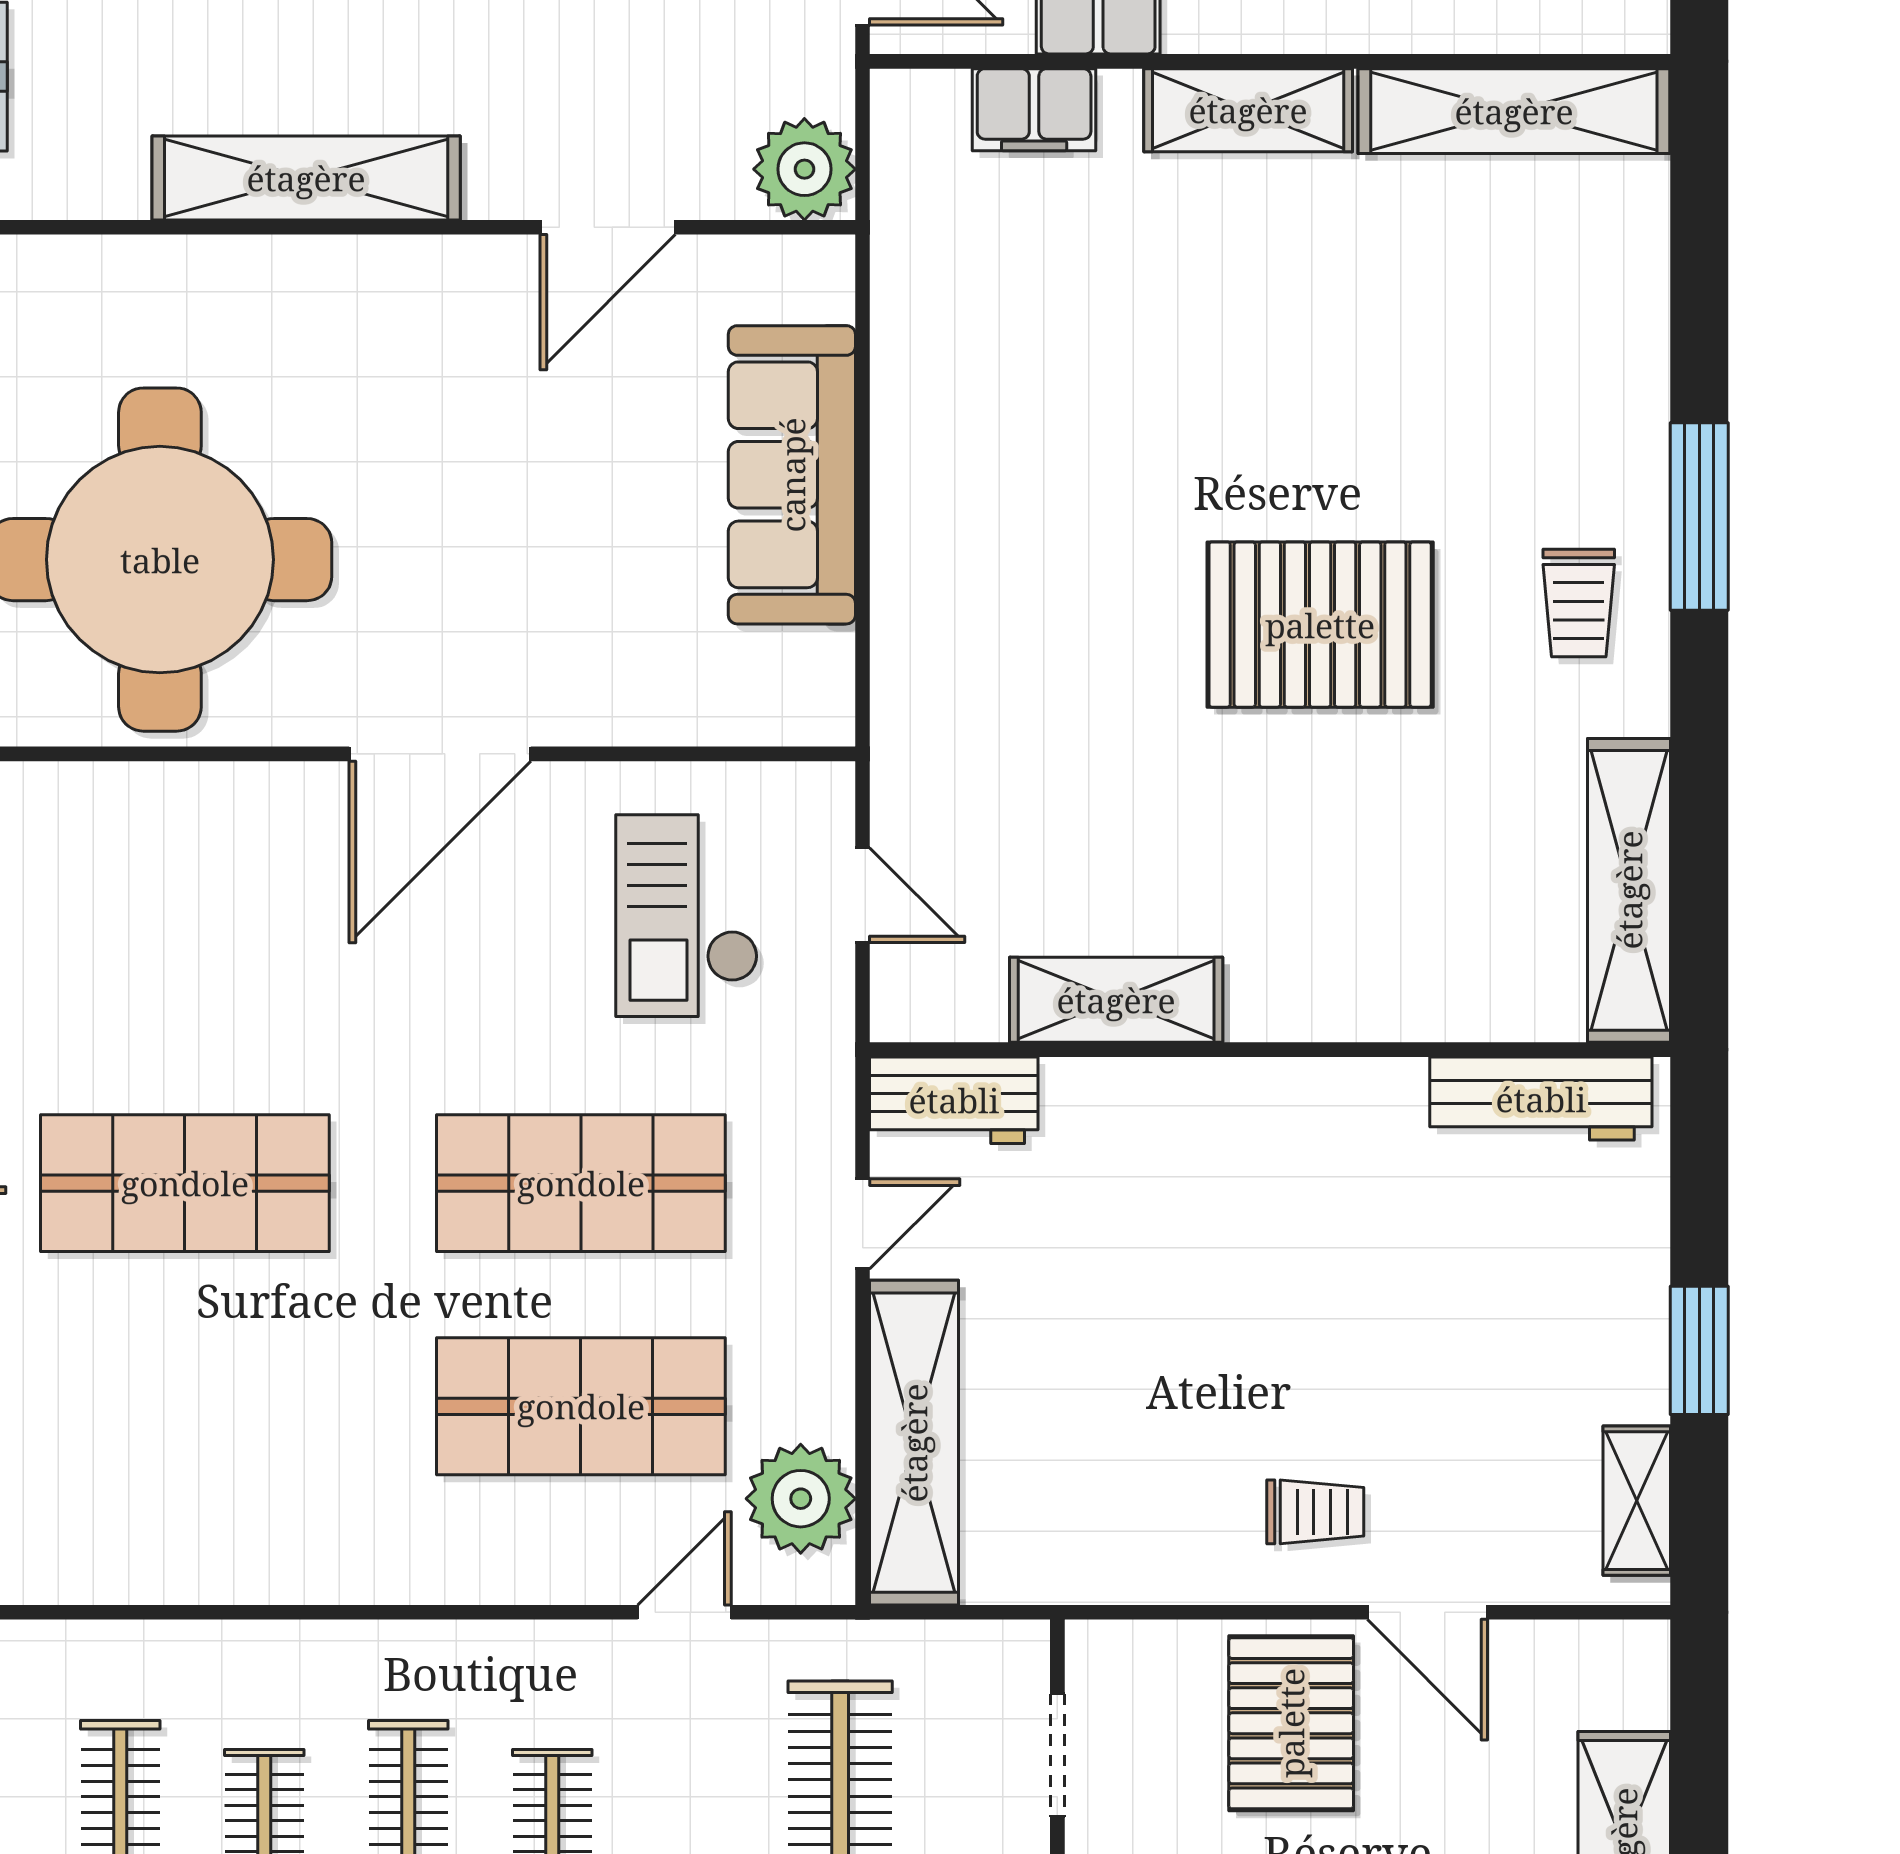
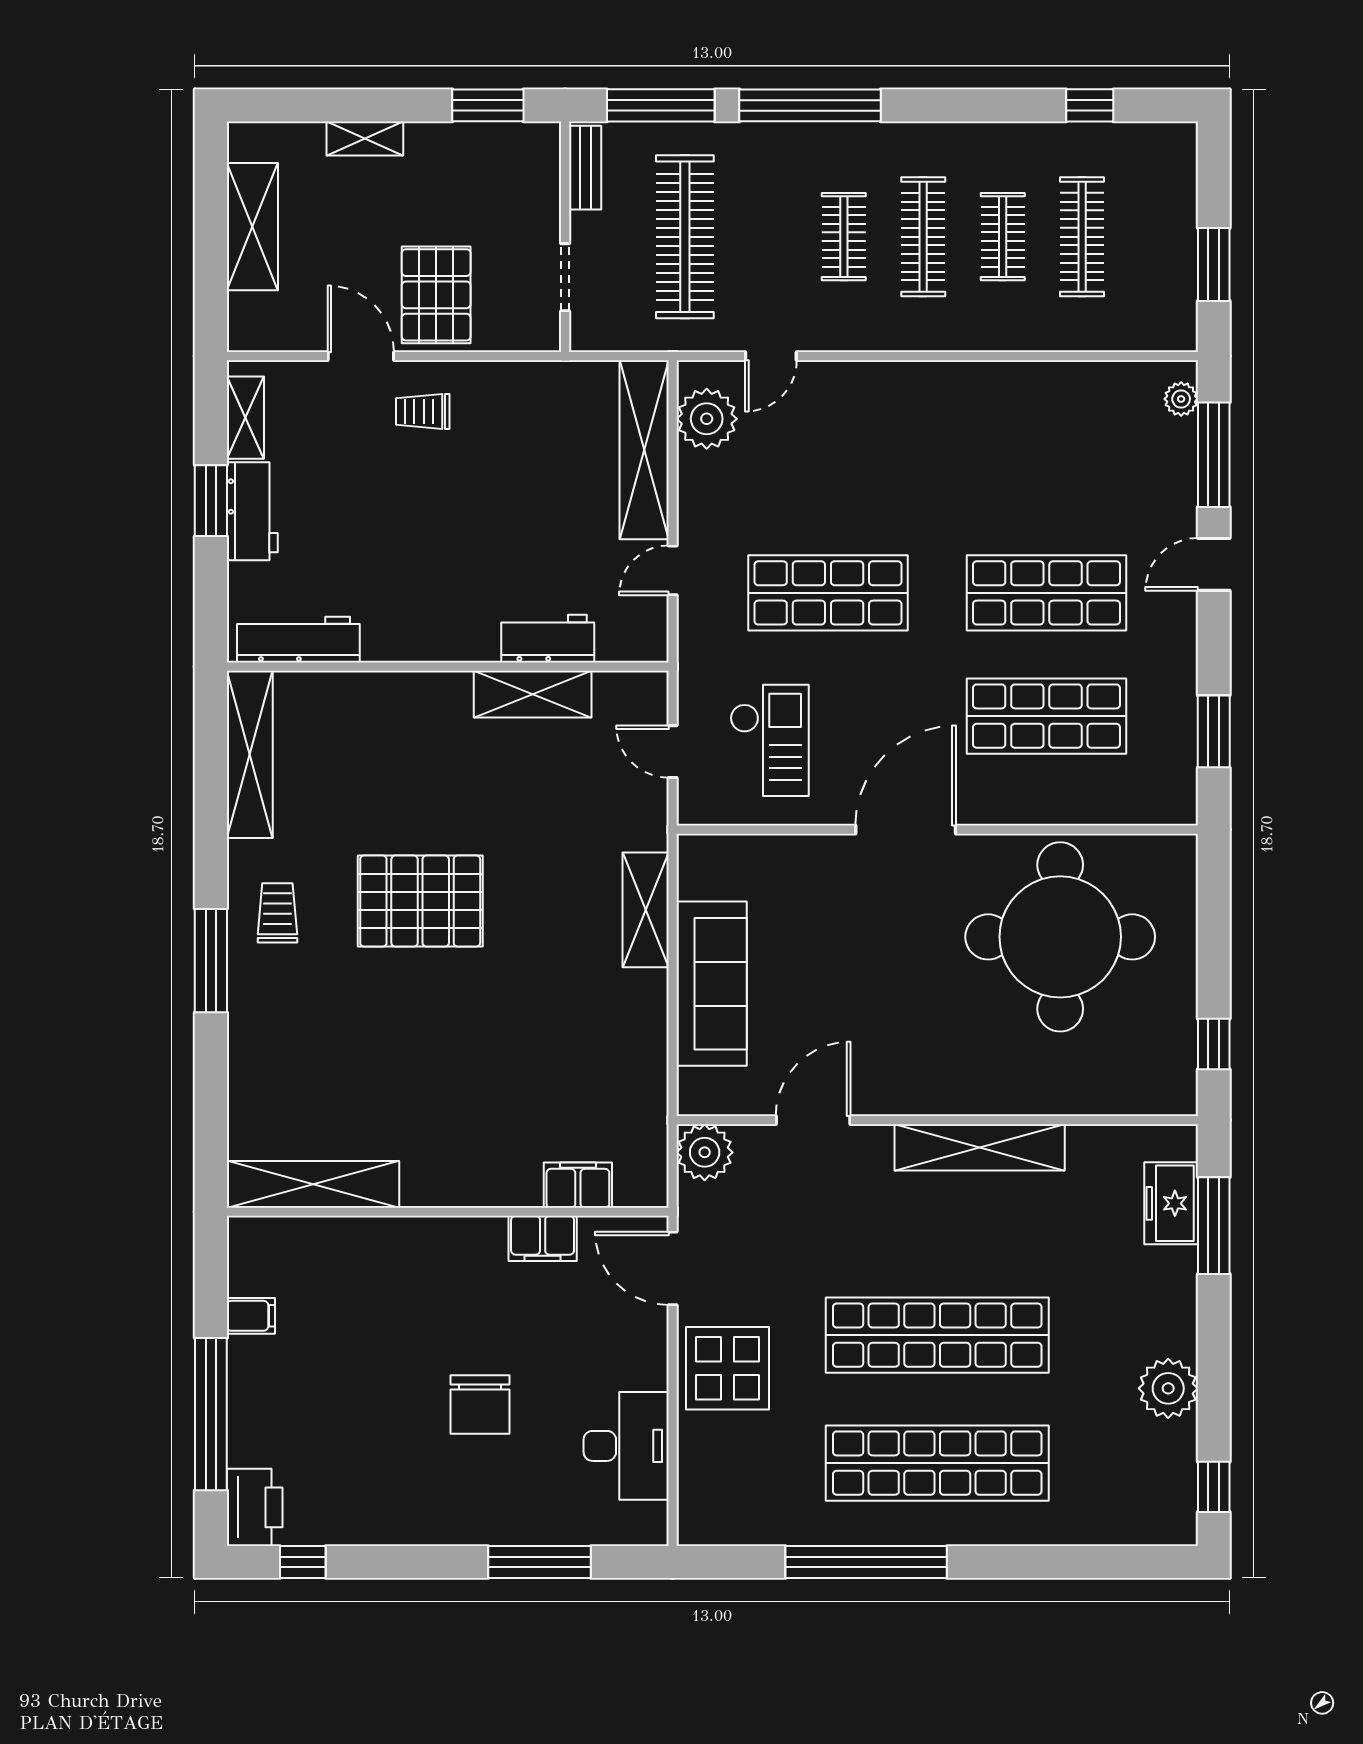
shelving: (1248, 110) -> (646, 910), moved, turned 90
workbench: (954, 1100) -> (548, 639), moved
workbench: (1624, 1331) -> (252, 511), added
shop shelf: (581, 1406) -> (1046, 716), moved

